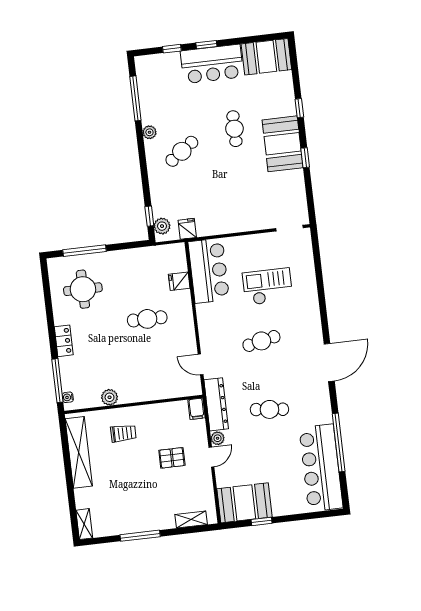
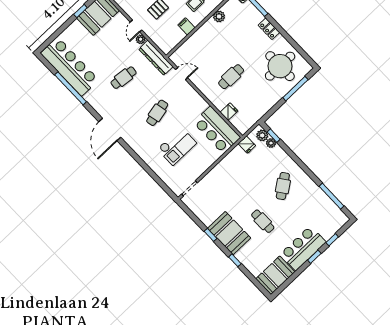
plant: (149, 132) -> (271, 143), moved
round table: (83, 289) -> (280, 66), width x1.36, depth x1.36
filing cabinet: (197, 409) -> (186, 26), moved

